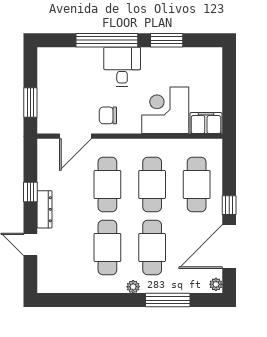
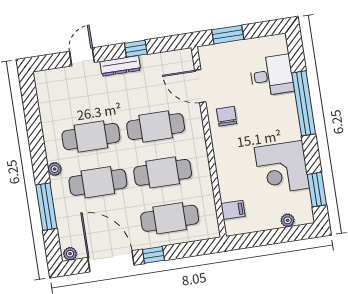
window: (167, 40) -> (317, 190), moved
desk: (122, 67) -> (272, 75), moved
plant: (216, 73) -> (288, 220), added
corner desk: (165, 110) -> (282, 168), moved, turned 180
filing cabinet: (206, 123) -> (233, 210), width x0.50

